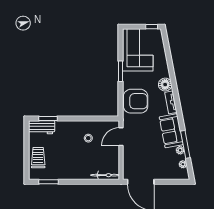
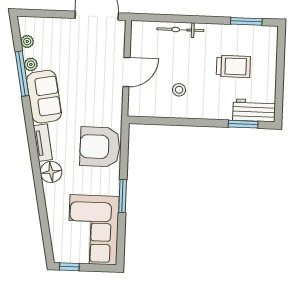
door: (121, 137) -> (126, 72), moved
trolley: (38, 158) -> (233, 66), moved, turned -90
bicycle: (105, 175) -> (180, 30), moved

